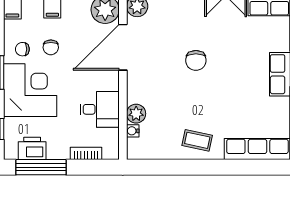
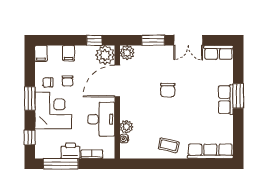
desk: (100, 109) -> (101, 119), width x1.37
printer: (32, 148) -> (70, 151), moved

